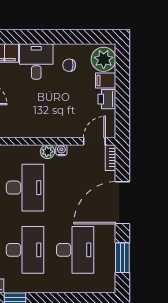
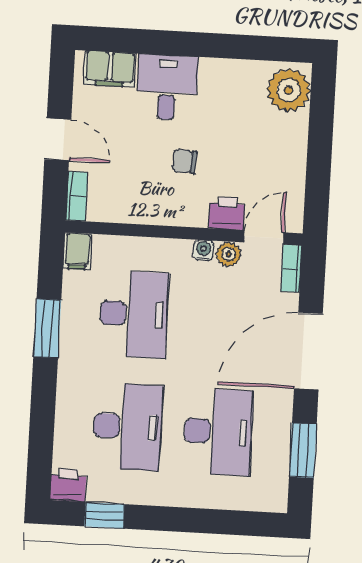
chair: (69, 65) -> (185, 161), moved
filing cabinet: (106, 80) -> (290, 129), removed
printer: (107, 99) -> (227, 213), moved, turned 90
plant: (47, 152) -> (228, 254), moved

